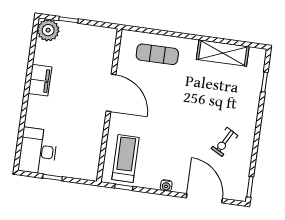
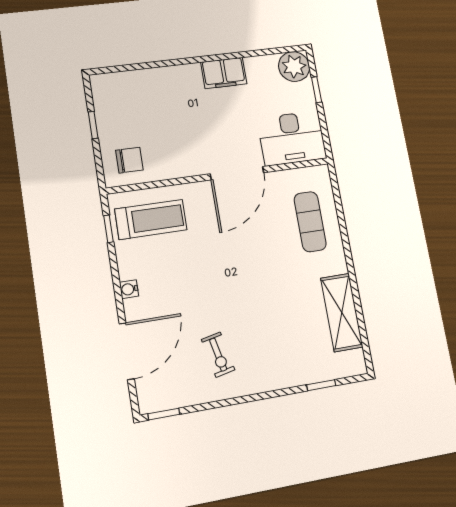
exercise bike: (224, 142) -> (218, 355), turned -131
desk: (38, 151) -> (292, 138), moved, turned 180
chair: (83, 161) -> (129, 160), added

